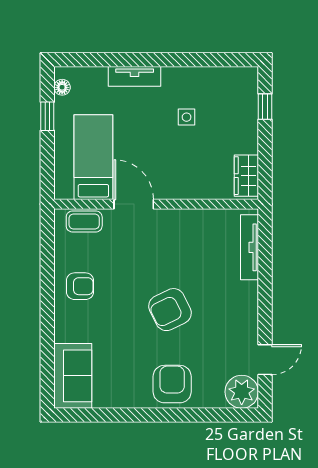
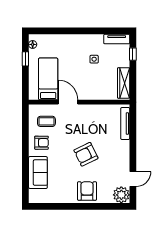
tv unit: (135, 76) -> (117, 39), moved
wardrobe: (246, 176) -> (124, 83), width x1.50
coffee table: (84, 221) -> (46, 121), moved
sofa: (73, 376) -> (38, 173), moved

